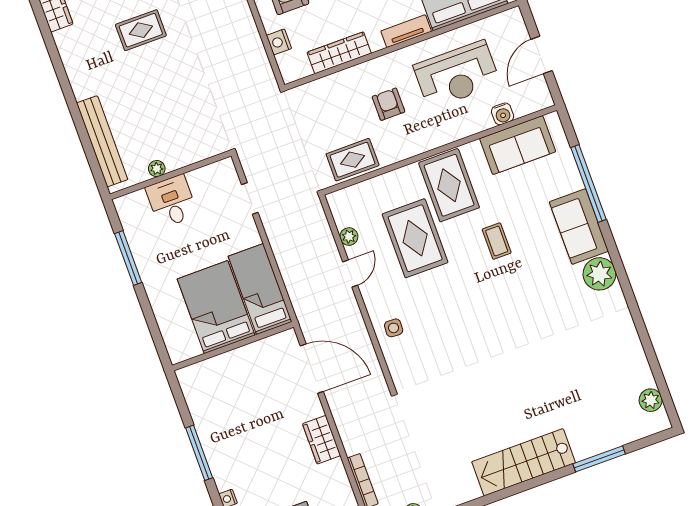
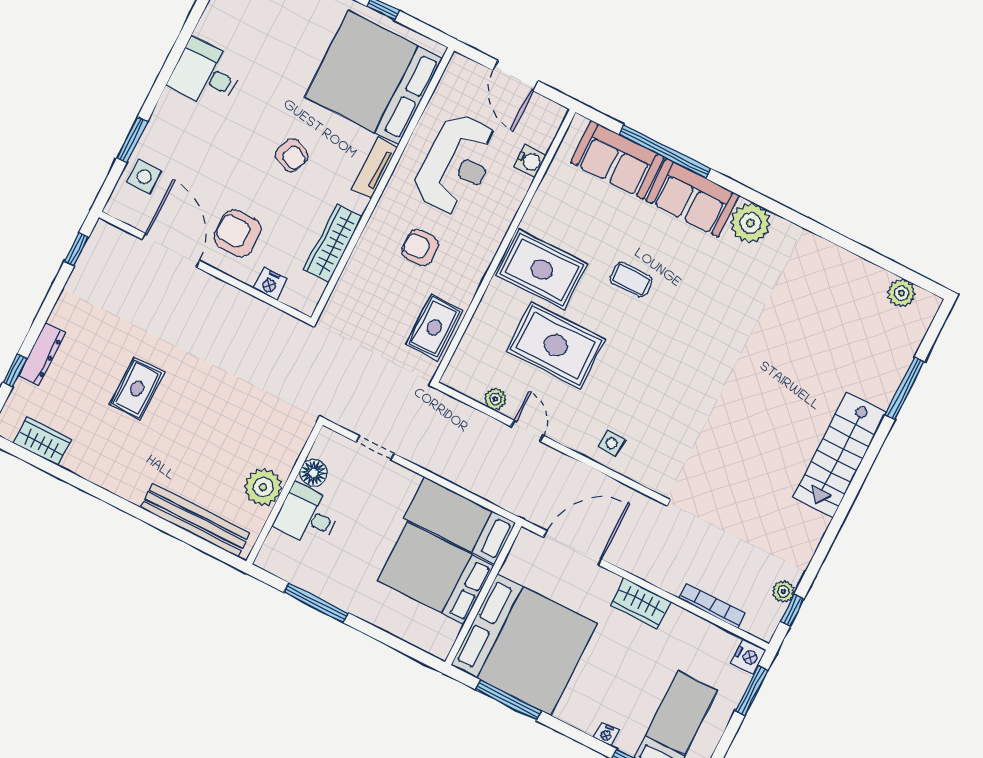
sofa: (518, 145) -> (617, 160), moved, turned 90
plant: (157, 169) -> (263, 487), width x1.88, depth x1.88
floor lamp: (199, 179) -> (313, 473), added
bed: (229, 399) -> (524, 644), added
window: (199, 453) -> (508, 700), moved

